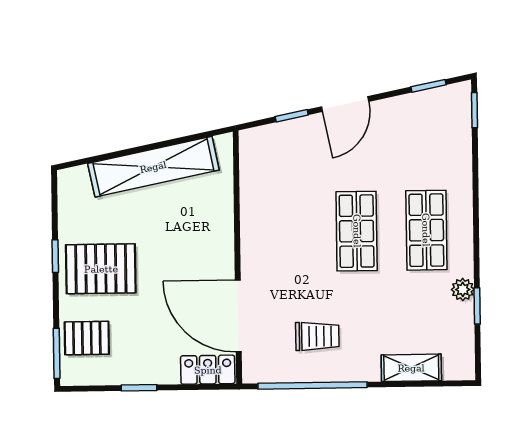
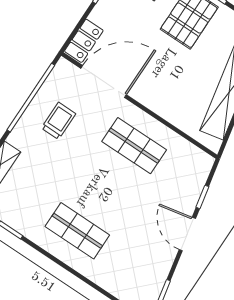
shop shelf: (357, 231) -> (134, 146), moved
plant: (463, 289) -> (26, 228), removed
trolley: (317, 336) -> (59, 121), turned 180

